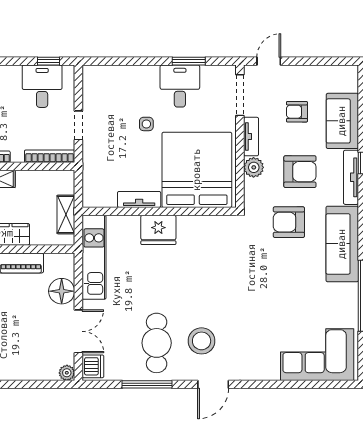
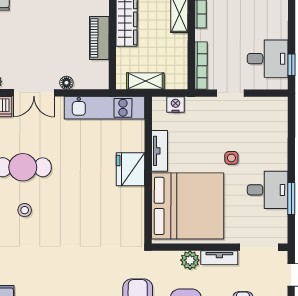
nightstand: (90, 183) -> (176, 104), added
floor lamp: (62, 291) -> (66, 83), width x0.53, depth x0.53
stool: (202, 341) -> (25, 210), width x0.53, depth x0.53

